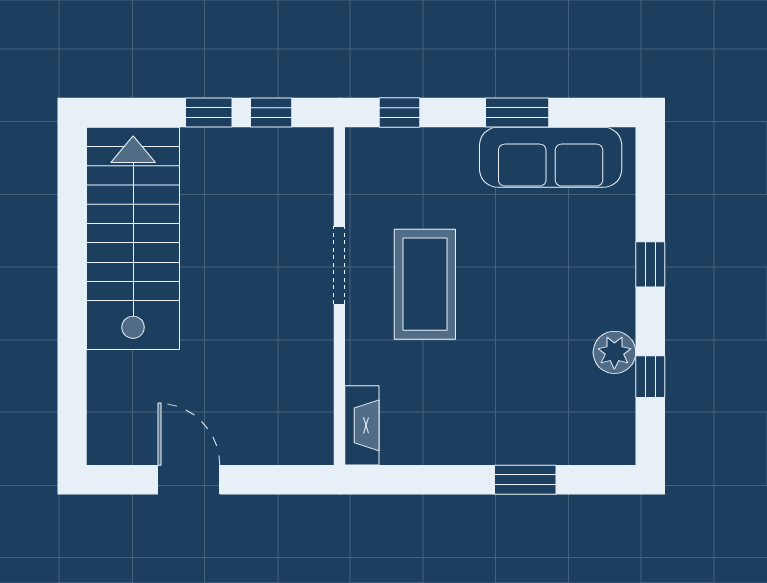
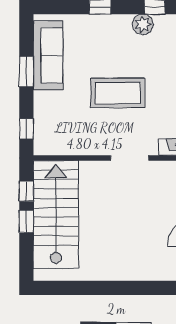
stairs: (133, 238) -> (56, 215), moved, turned 90
doorway: (339, 265) -> (130, 158), moved
coffee table: (425, 284) -> (118, 93), moved

